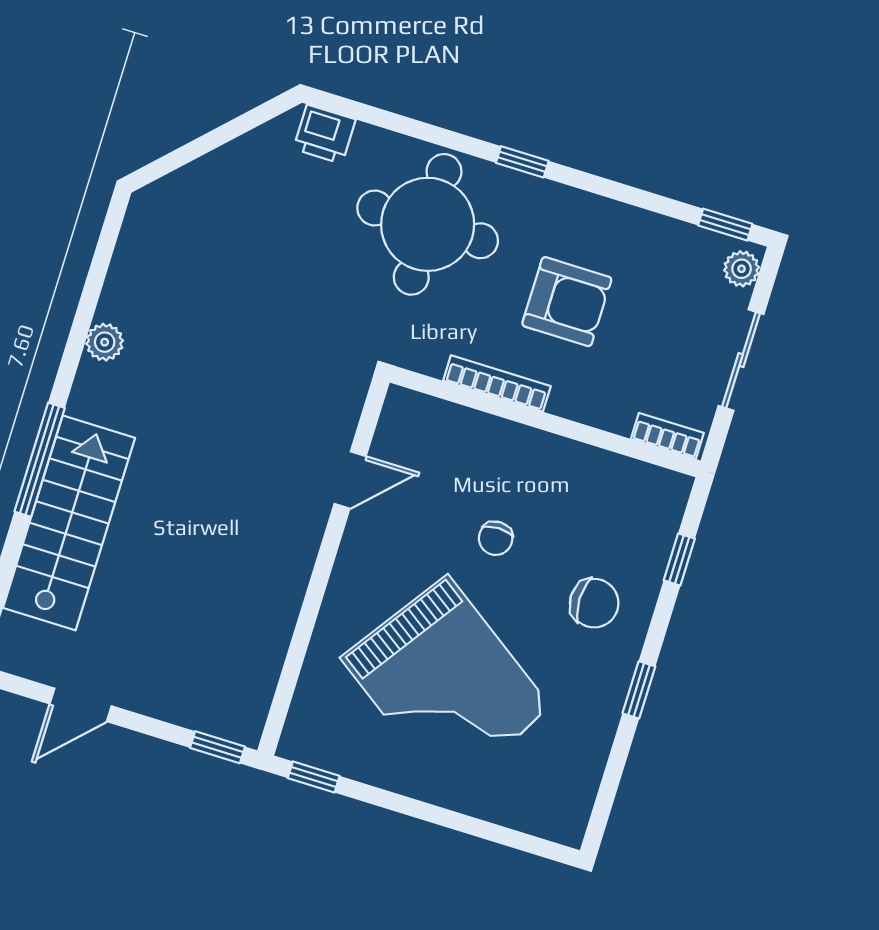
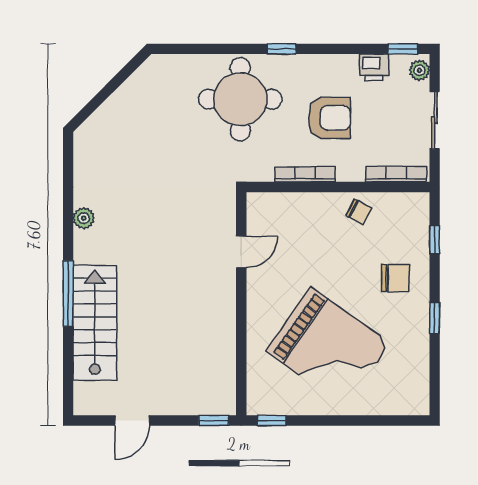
printer: (325, 134) -> (374, 67), moved
bookcase: (667, 436) -> (396, 174), width x1.56
chair: (496, 538) -> (358, 212), moved, turned -62

